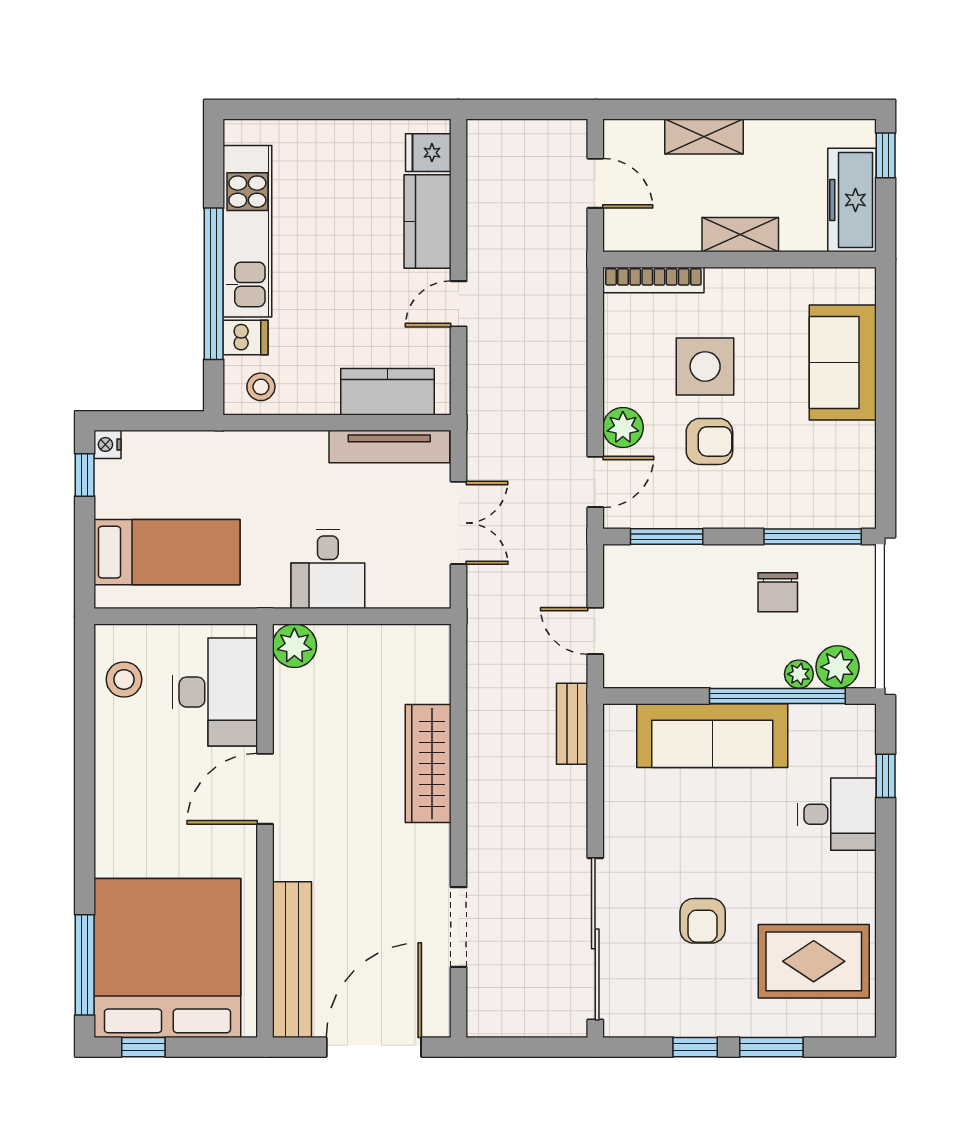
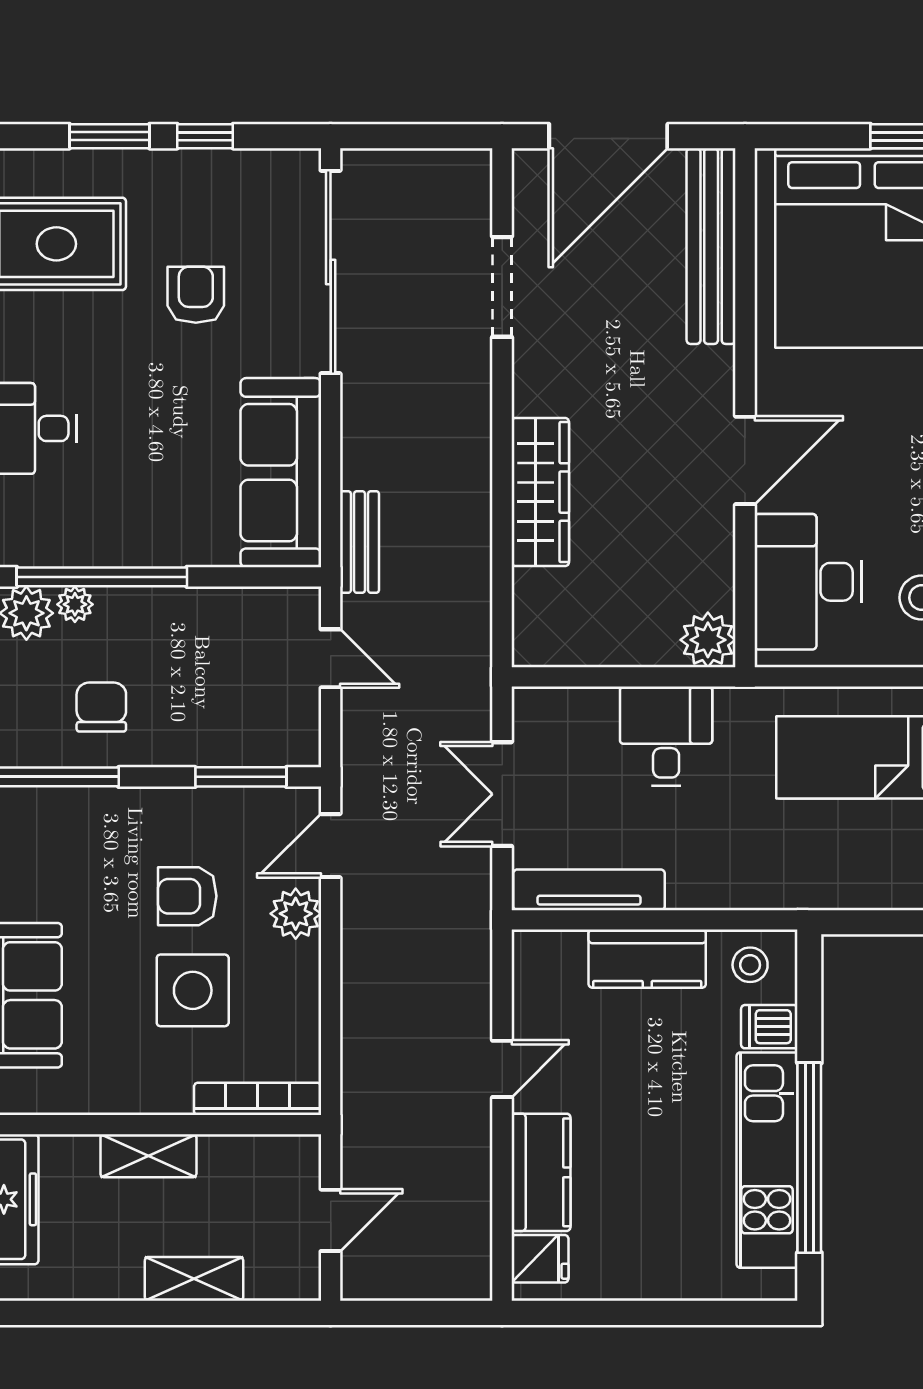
door: (595, 183) -> (331, 1220), swing flipped
window: (214, 284) -> (809, 1158), moved
kitchen counter: (388, 392) -> (647, 959), moved
sofa: (712, 736) -> (281, 473), moved, turned -90

